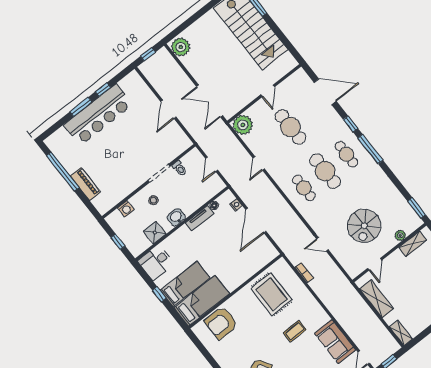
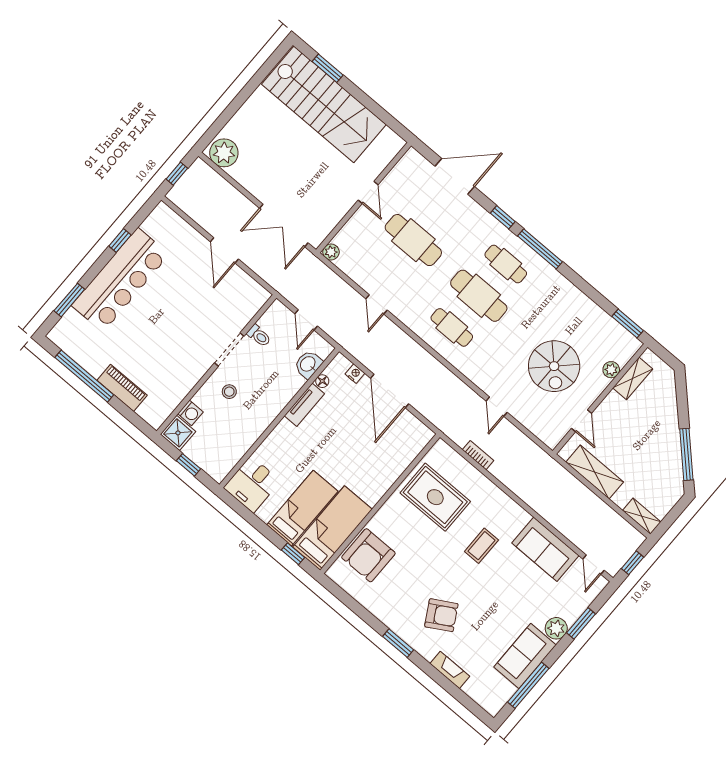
window: (81, 107) -> (69, 300), moved
plant: (243, 125) -> (331, 252), width x0.53, depth x0.53
washbasin: (176, 217) -> (308, 364), moved
shower: (155, 233) -> (178, 433), moved
door: (322, 244) -> (497, 407), hinge flipped
window: (159, 294) -> (293, 554), moved

